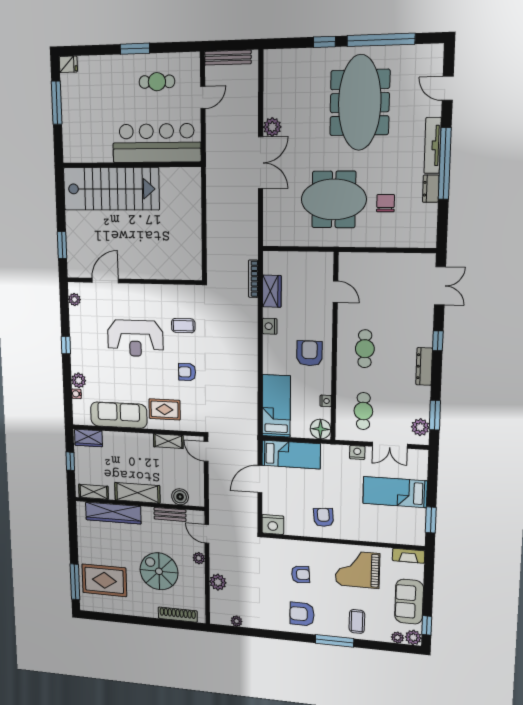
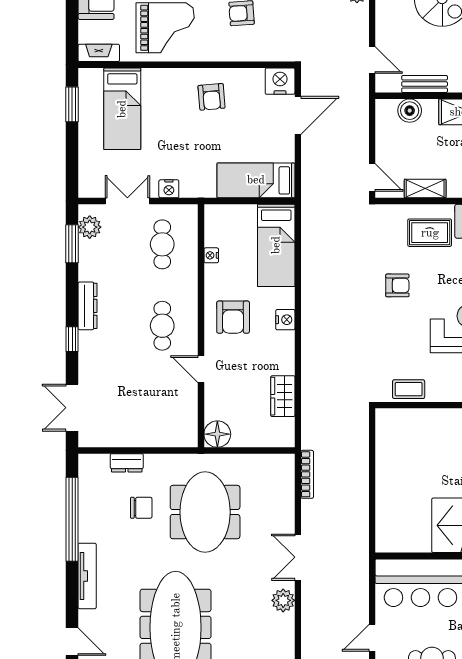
double door: (261, 163) -> (298, 557), width x0.73
window: (445, 164) -> (72, 519), moved
dresser: (431, 189) -> (127, 463), moved, turned 90
meeting table: (334, 199) -> (205, 512), turned 90
chair: (386, 203) -> (141, 508), turned -90
bookcase: (253, 279) -> (307, 474), moved
door: (335, 292) -> (201, 369), moved
coffee table: (183, 326) -> (409, 389), moved
nightstand: (270, 326) -> (285, 320), moved
floor lamp: (320, 429) -> (217, 434), moved
door: (260, 479) -> (298, 115), moved
bed: (395, 492) -> (122, 109), moved, turned 90
plant: (199, 558) -> (384, 24), removed

